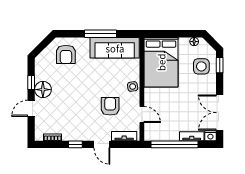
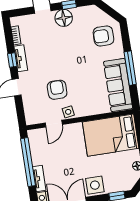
side table: (201, 66) -> (95, 185), moved
side table: (133, 87) -> (68, 112), moved
armchair: (110, 106) -> (57, 90), turned -90
tv unit: (124, 136) -> (21, 58), moved

